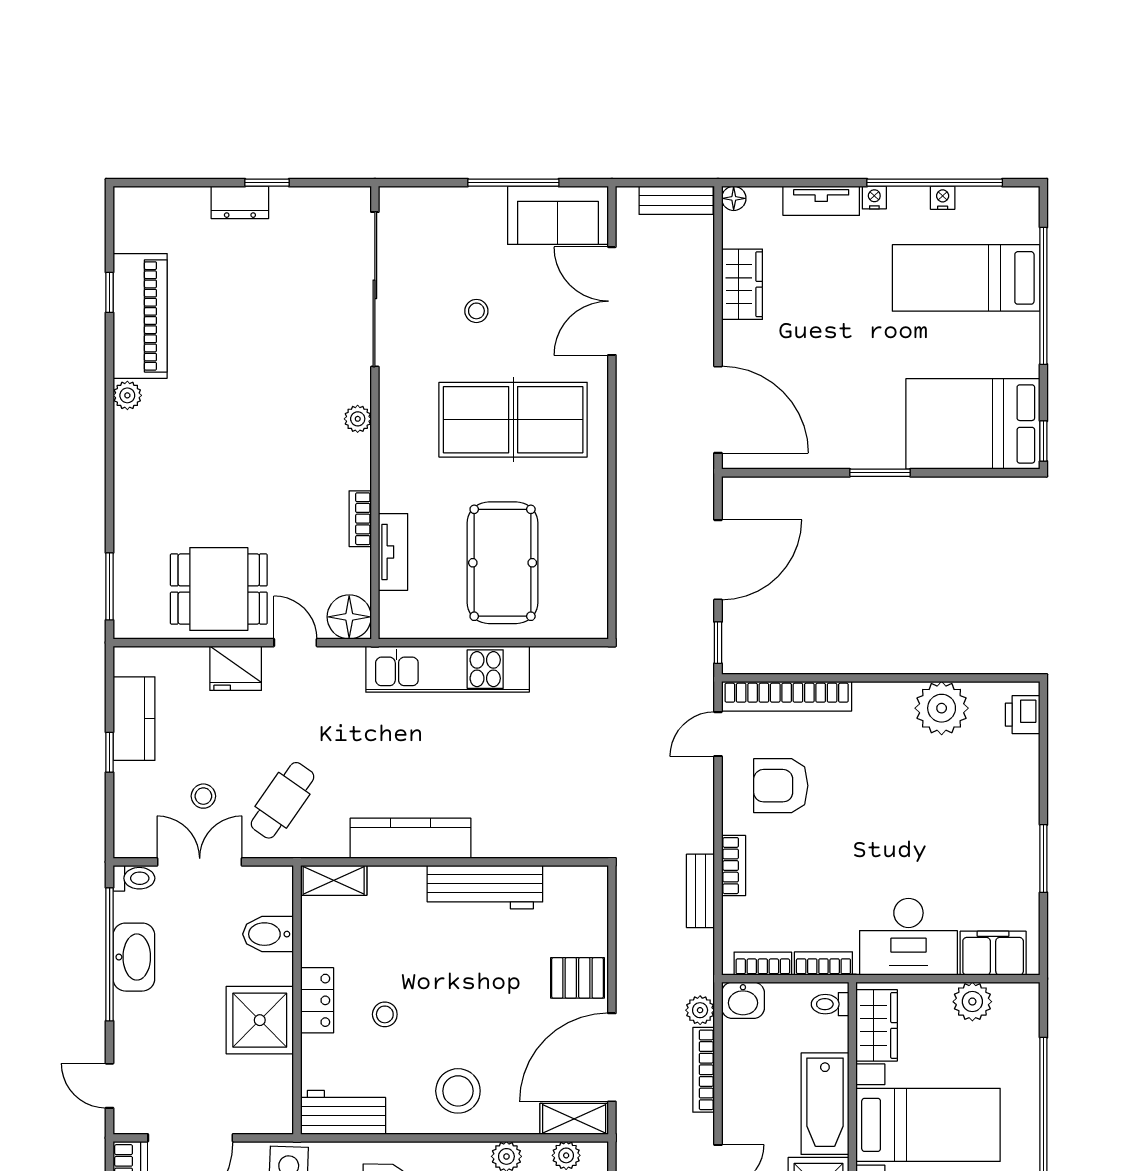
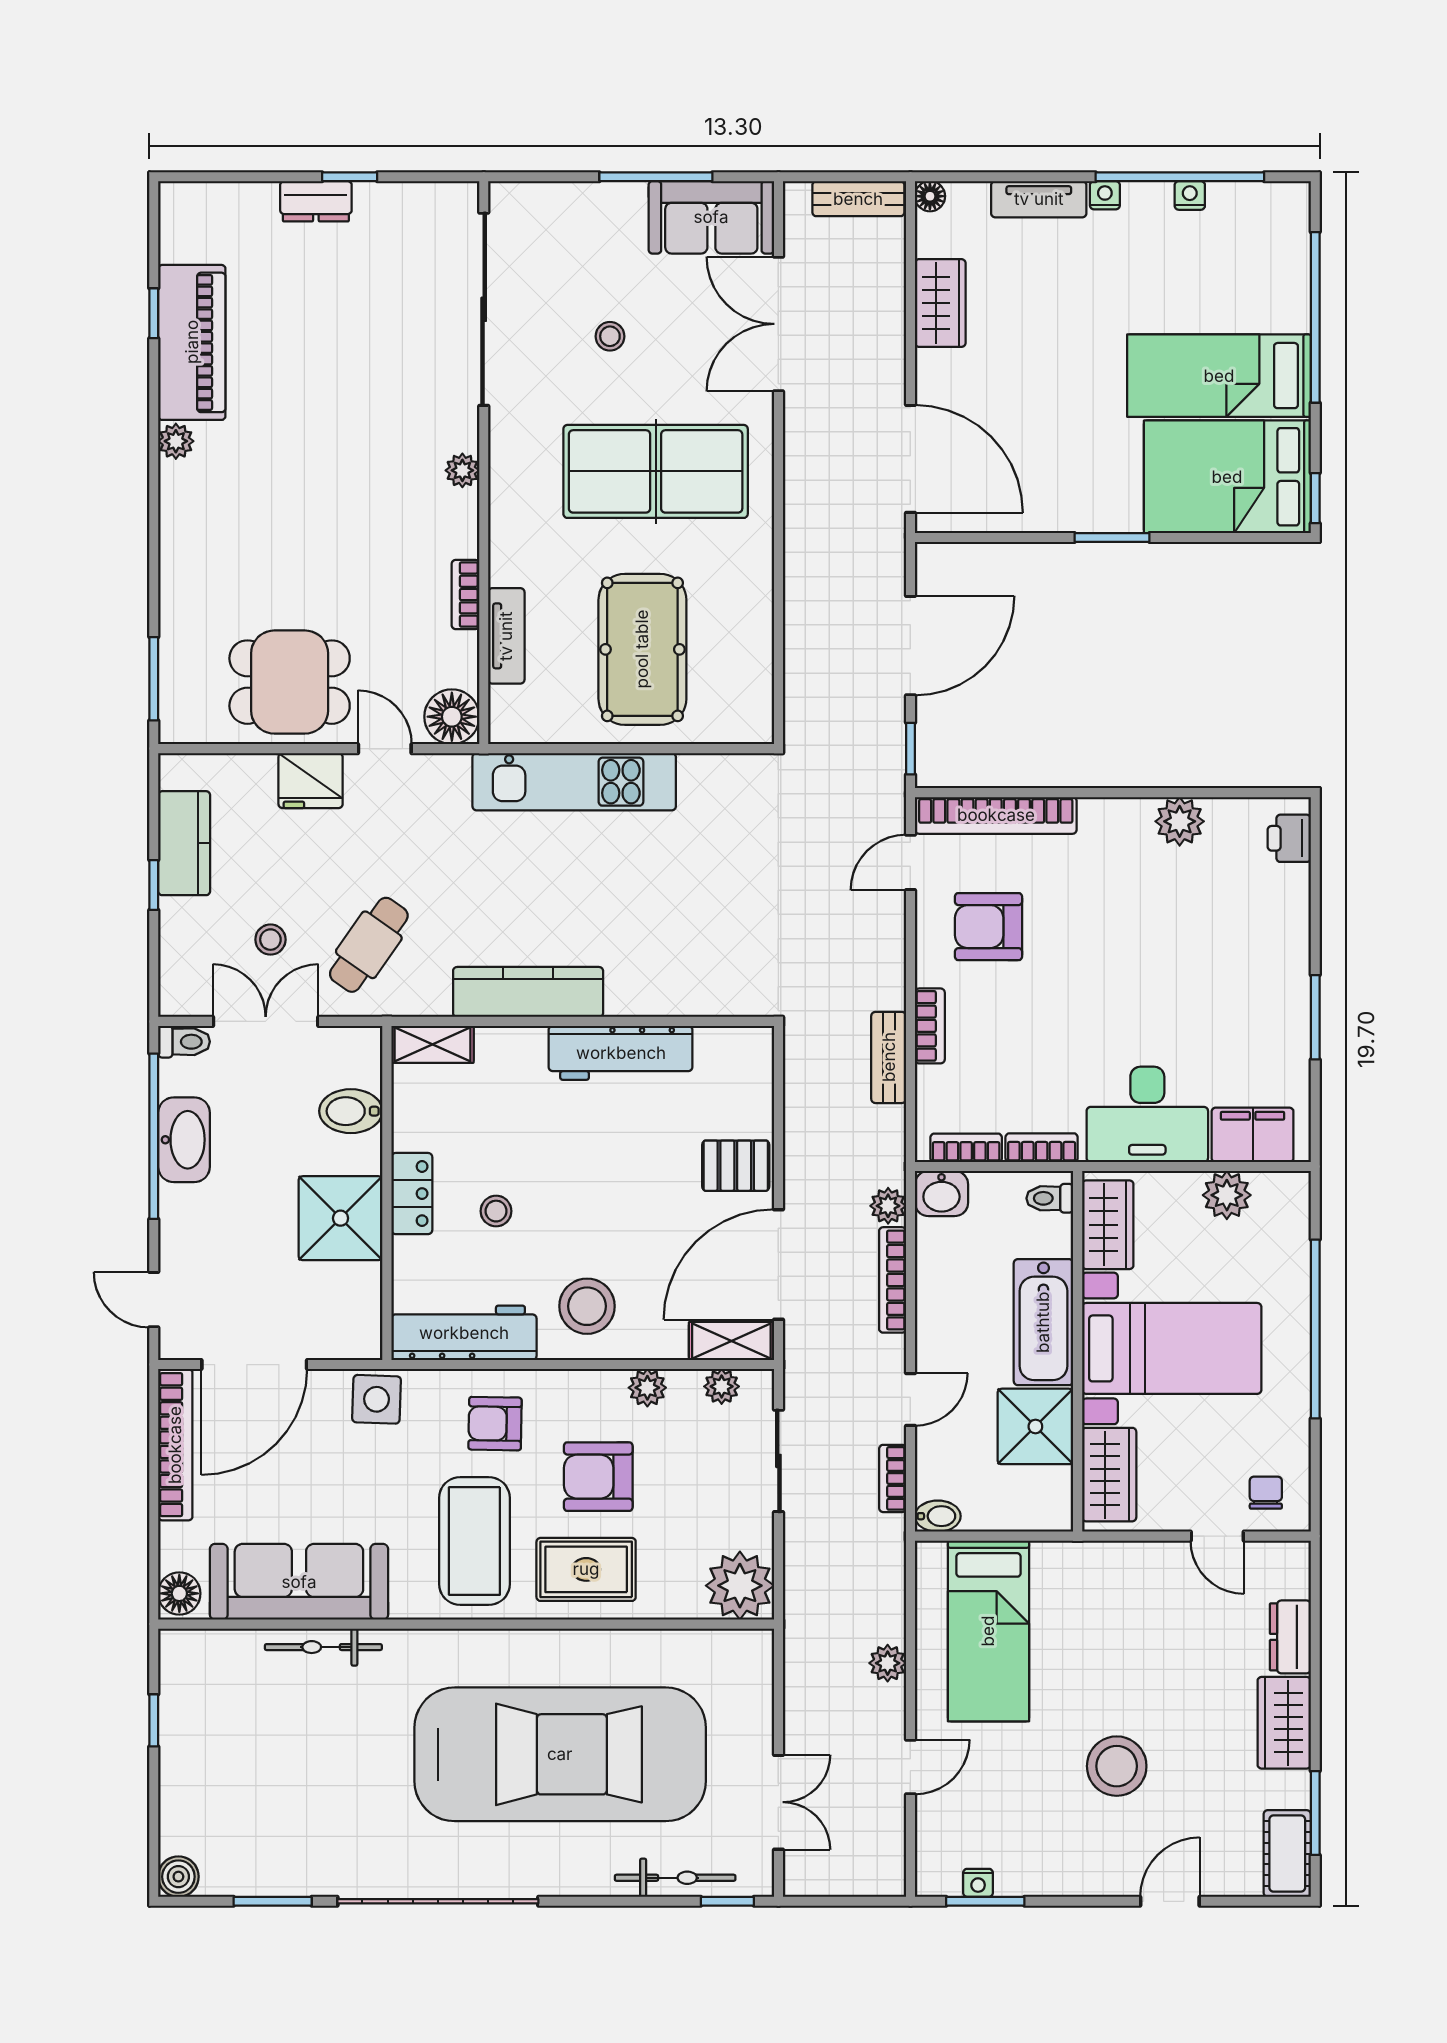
bed: (966, 278) -> (1219, 376), moved
plant: (942, 708) -> (1180, 821), width x0.73, depth x0.73
workbench: (343, 1112) -> (464, 1333), width x1.38

